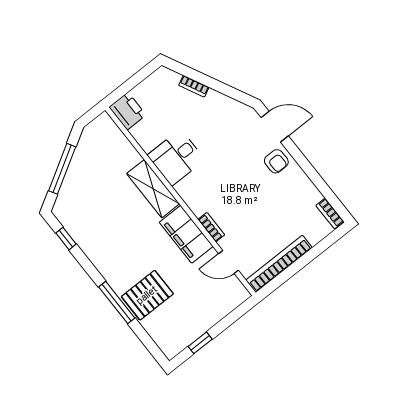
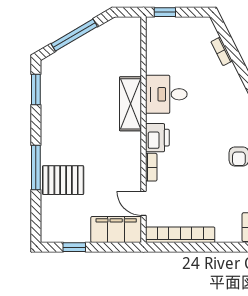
window: (122, 91) -> (165, 12), added
printer: (128, 111) -> (157, 138), moved
filing cabinet: (186, 234) -> (116, 230), moved, turned 90
window: (66, 239) -> (36, 90), width x1.50

